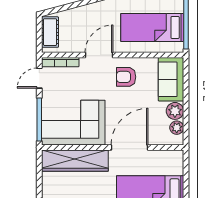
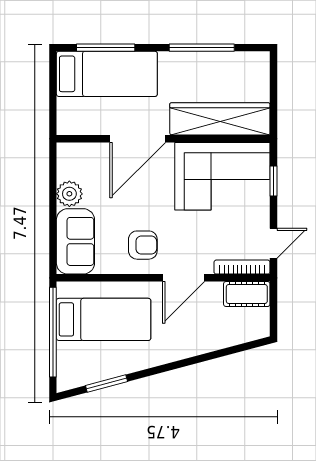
cot: (50, 32) -> (247, 294), moved, turned 90
window: (39, 120) -> (274, 181), width x0.46
plant: (177, 128) -> (67, 169), removed

